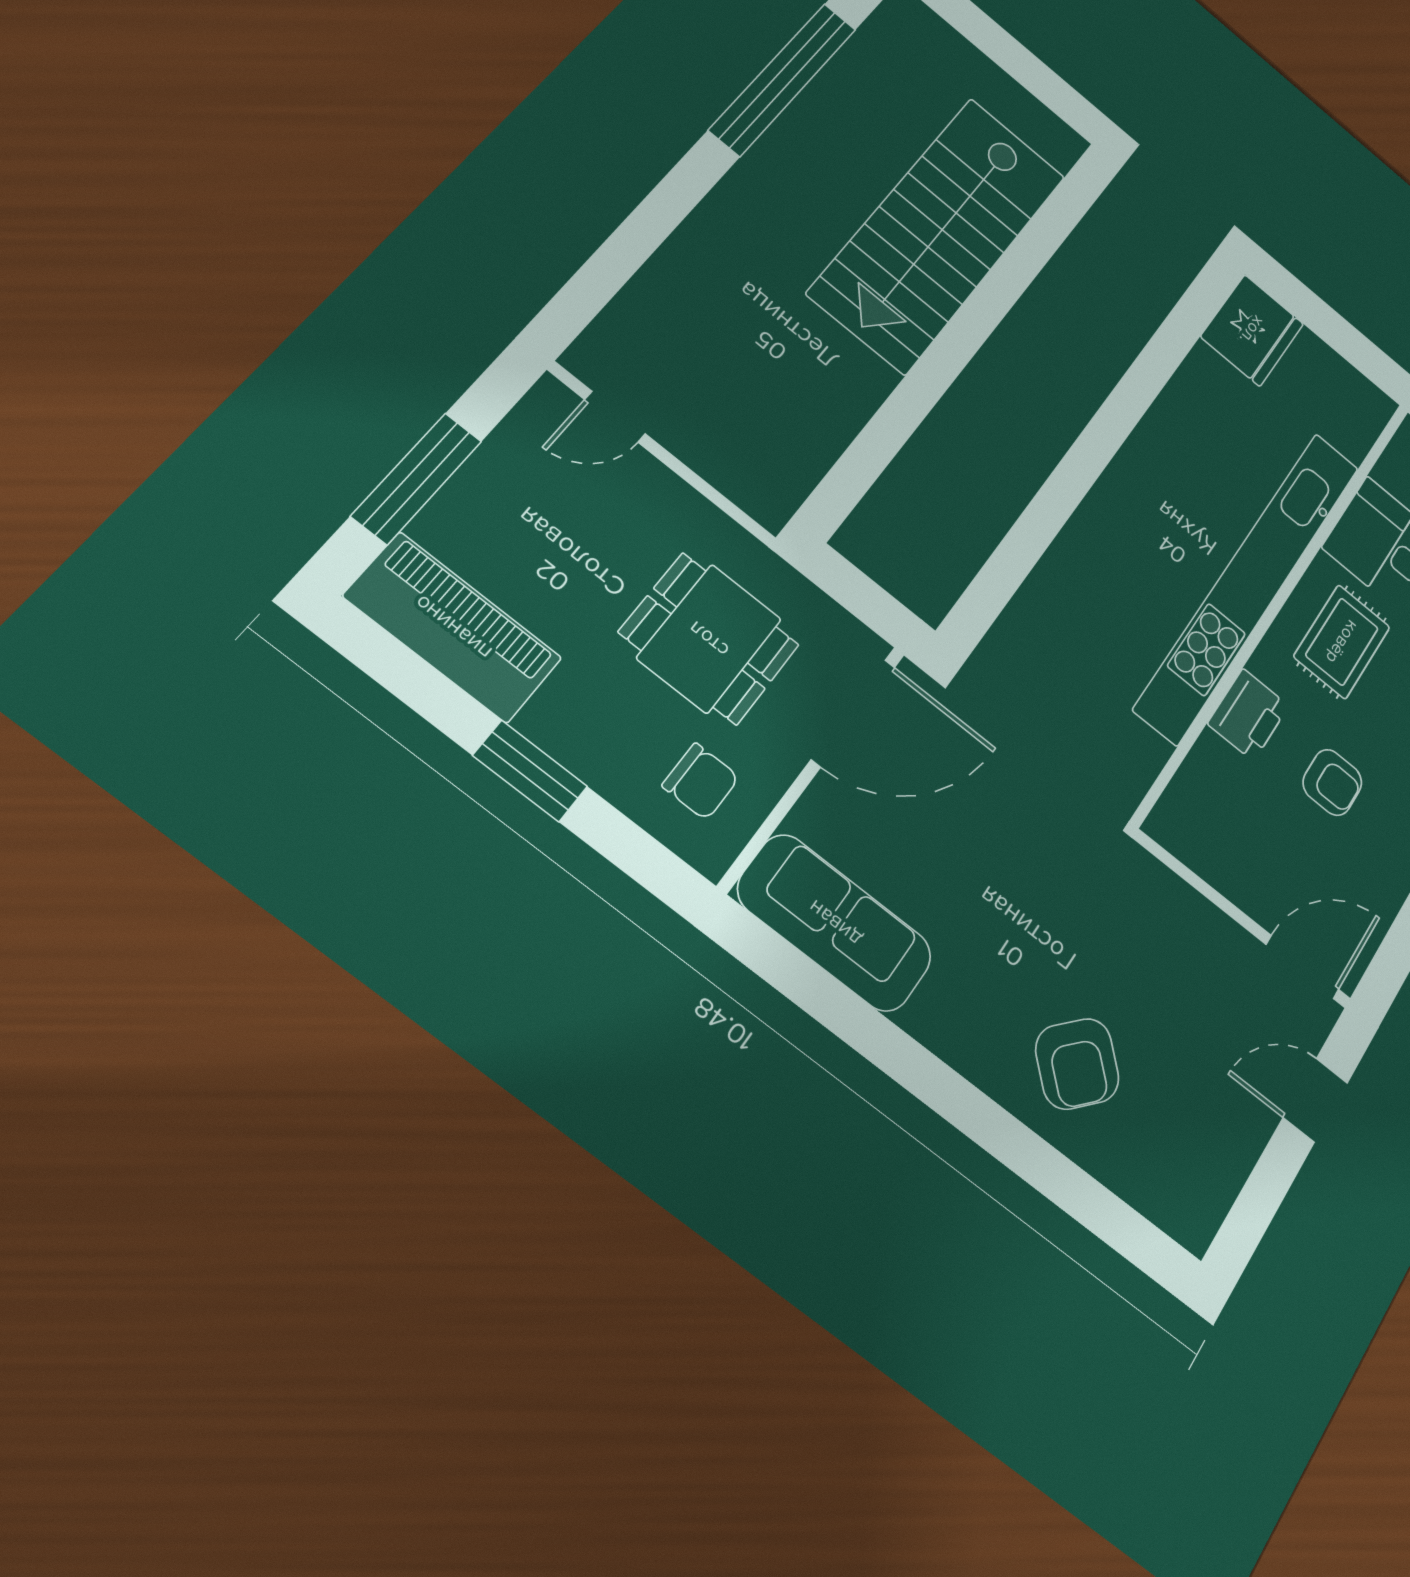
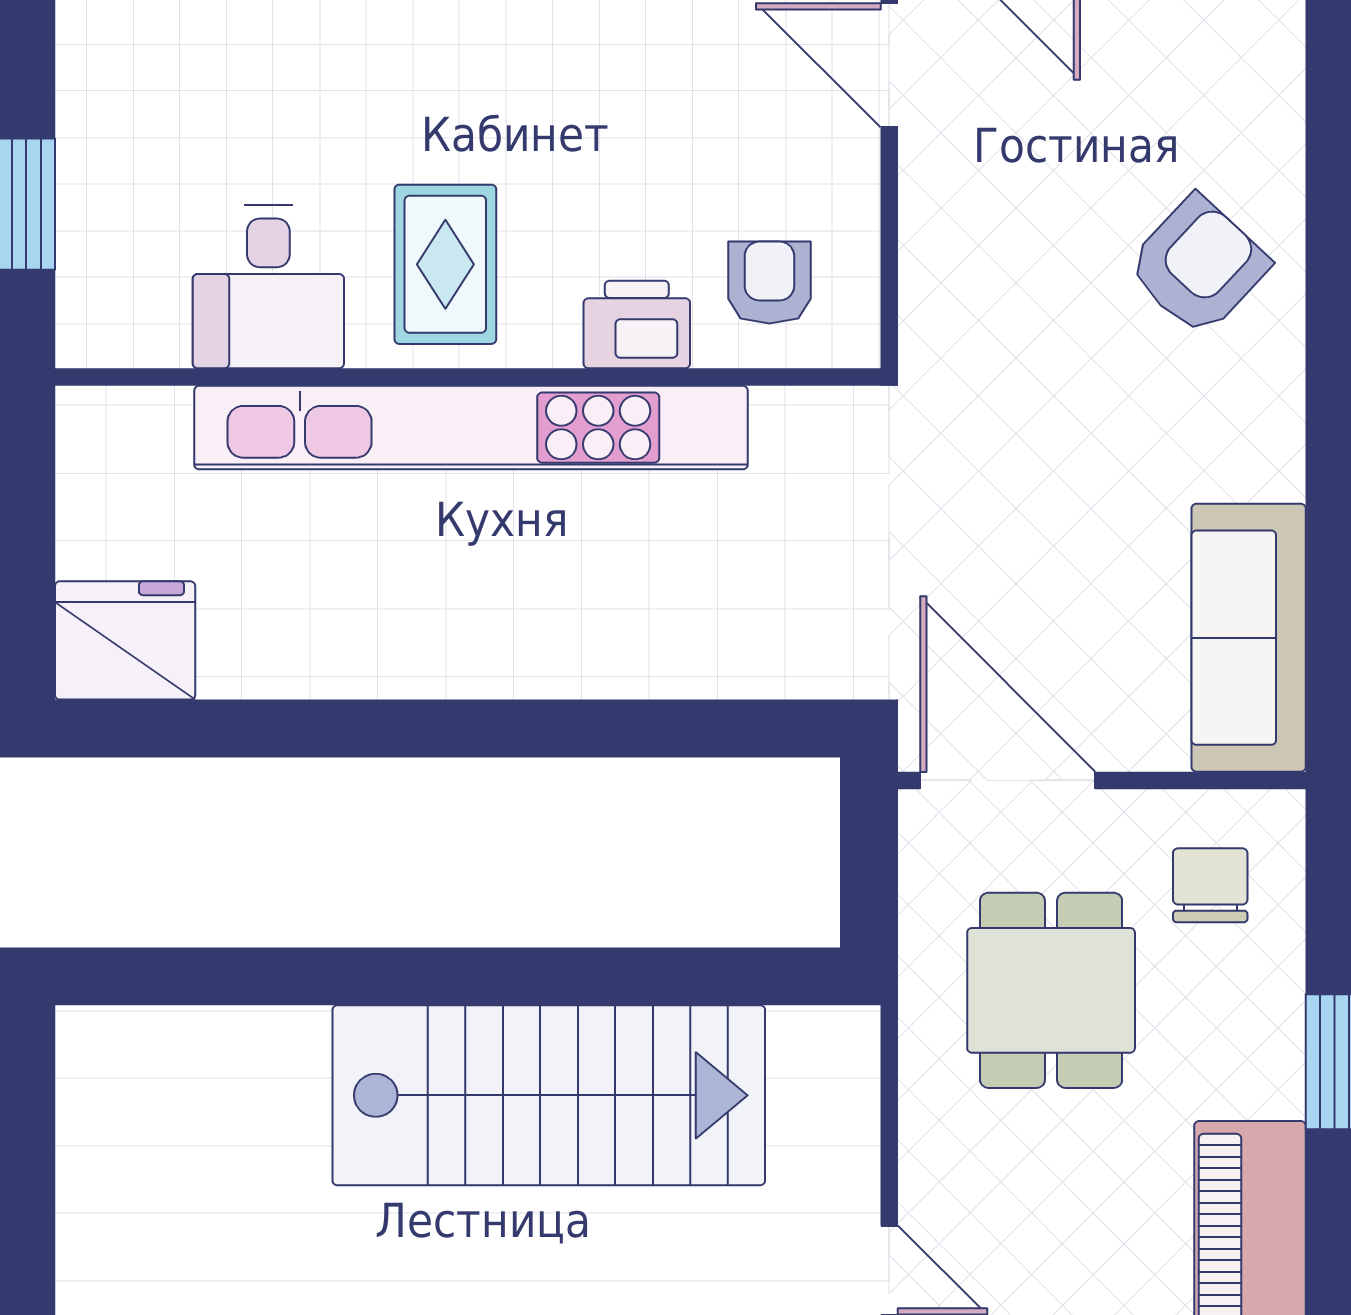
stairs: (939, 234) -> (549, 1095), moved
rug: (1342, 642) -> (445, 264), turned 90
armchair: (1332, 782) -> (769, 282), moved

